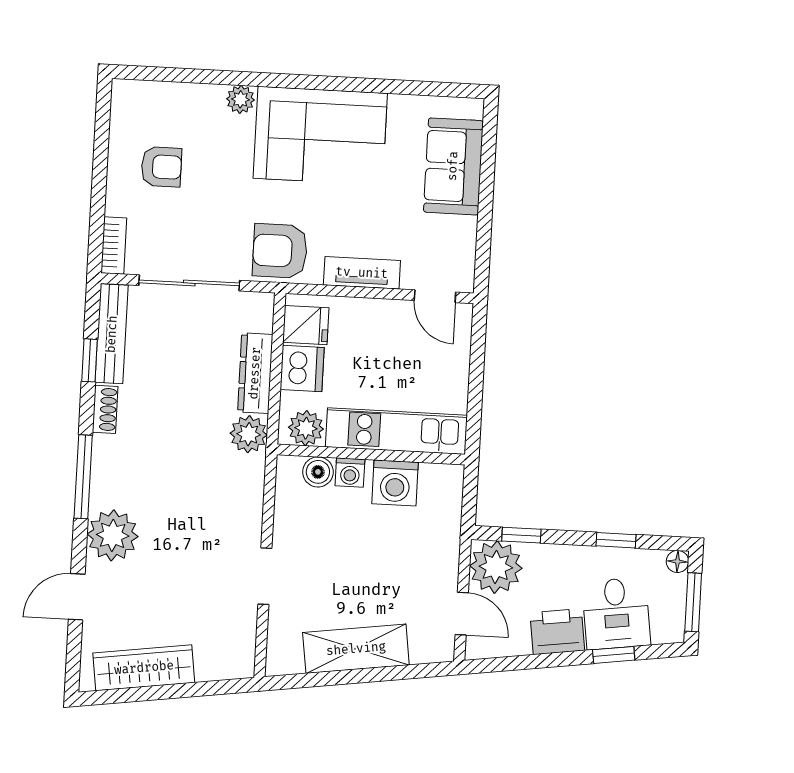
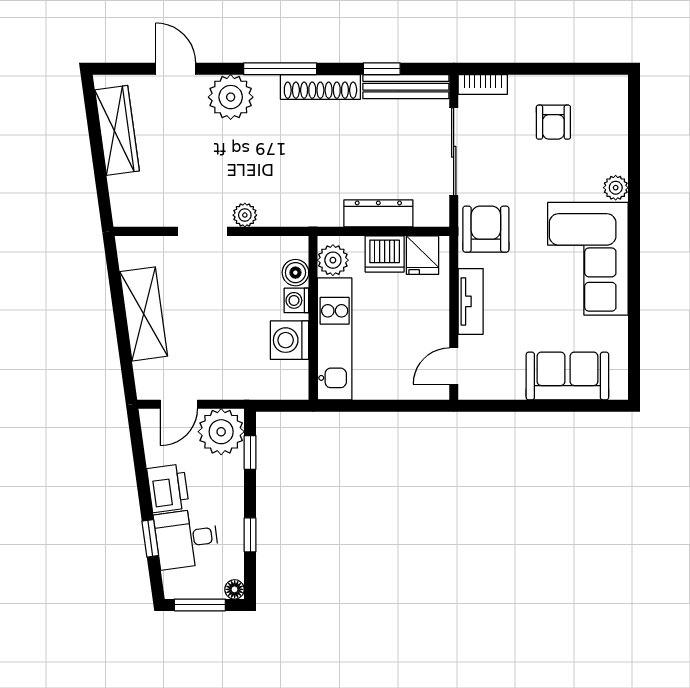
shoe rack: (105, 409) -> (320, 87), width x1.94, depth x1.24
plant: (249, 434) -> (245, 215), moved, width x0.73, depth x0.73

